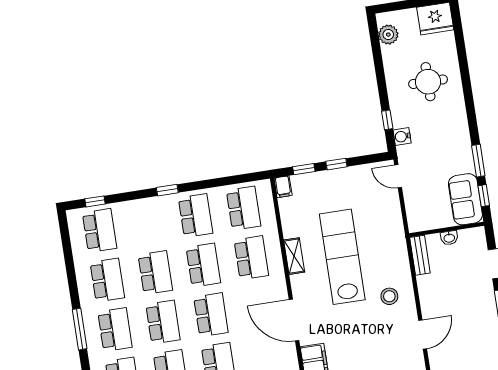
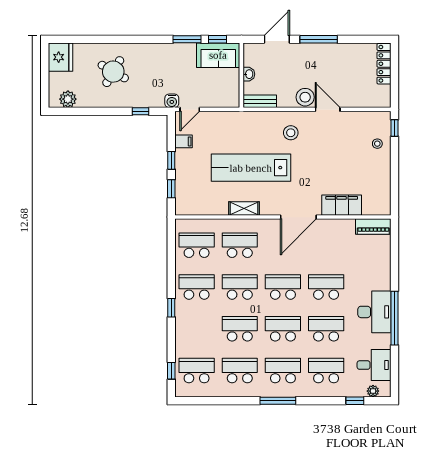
round table: (428, 82) -> (113, 72), turned 30
water cooler: (402, 136) -> (172, 101), moved
filing cabinet: (283, 187) -> (184, 141), moved
stool: (433, 306) -> (305, 97), added

